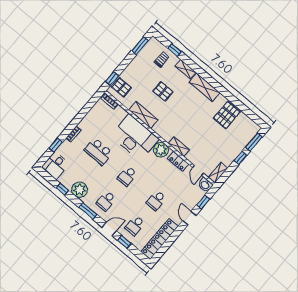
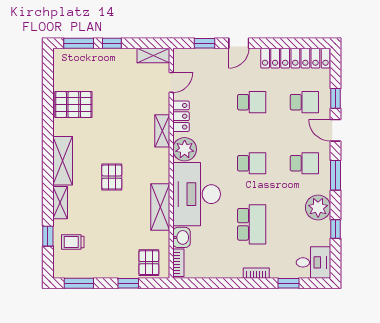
window: (112, 79) -> (128, 283), moved
pallet: (163, 91) -> (112, 177), moved
washbasin: (205, 185) -> (181, 237), moved

